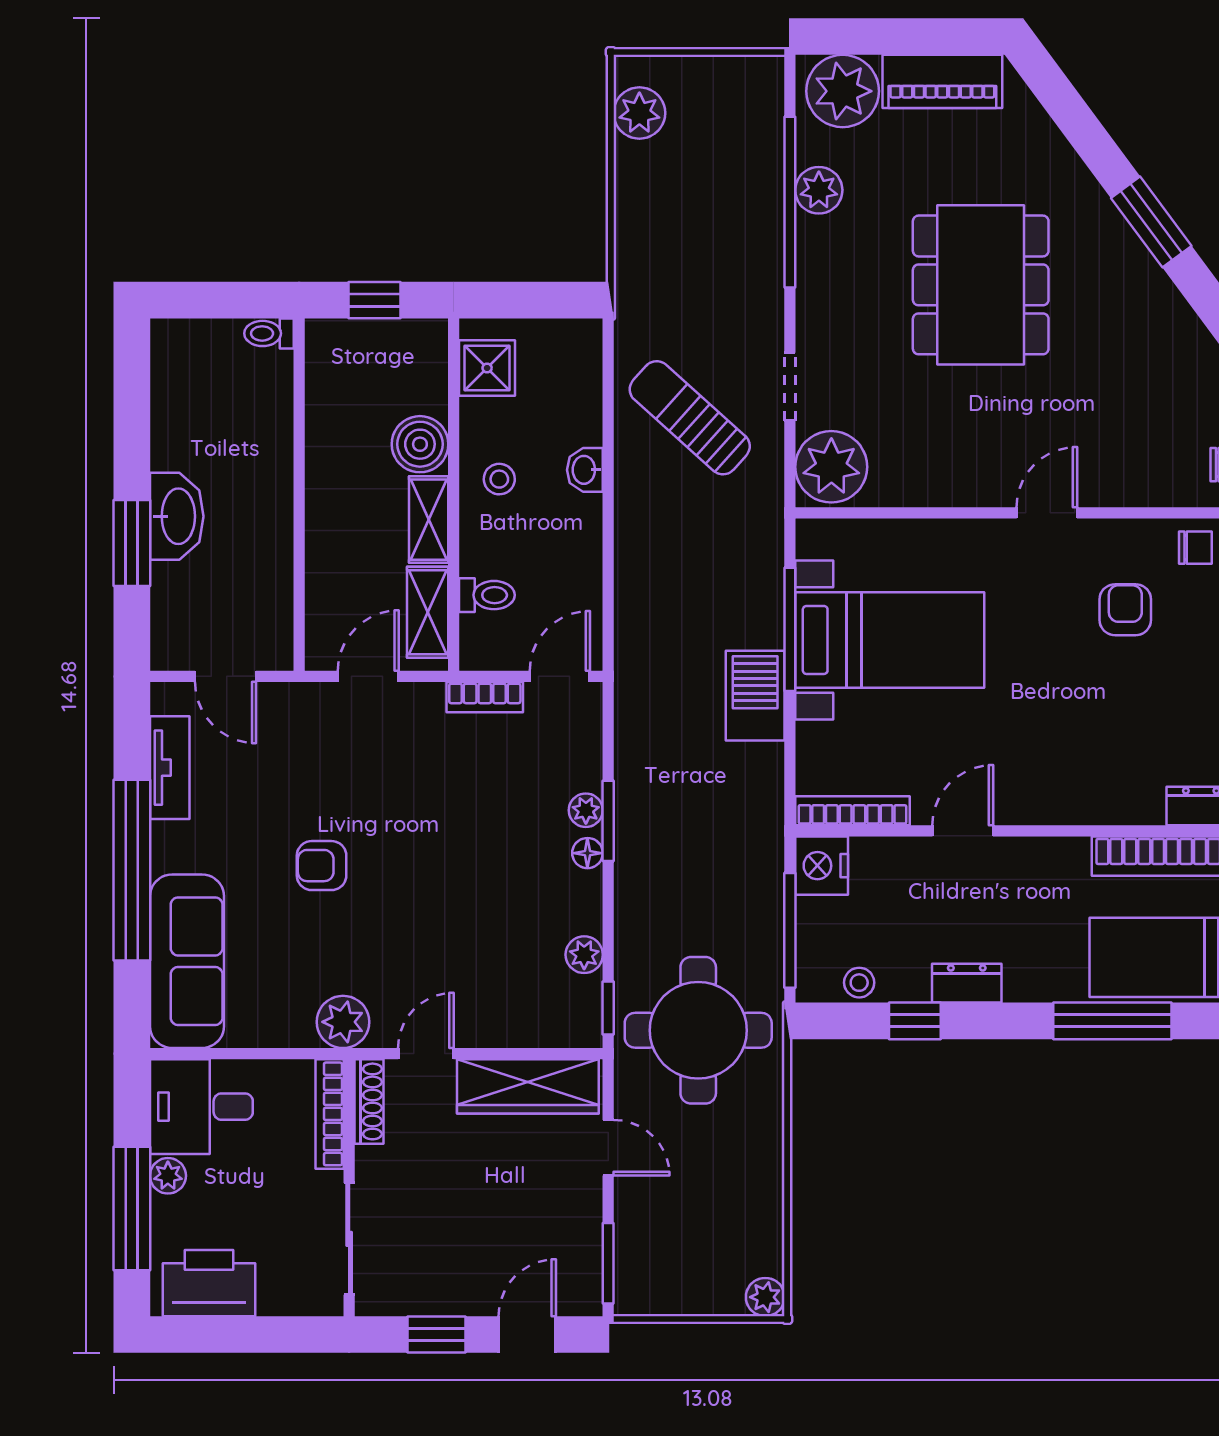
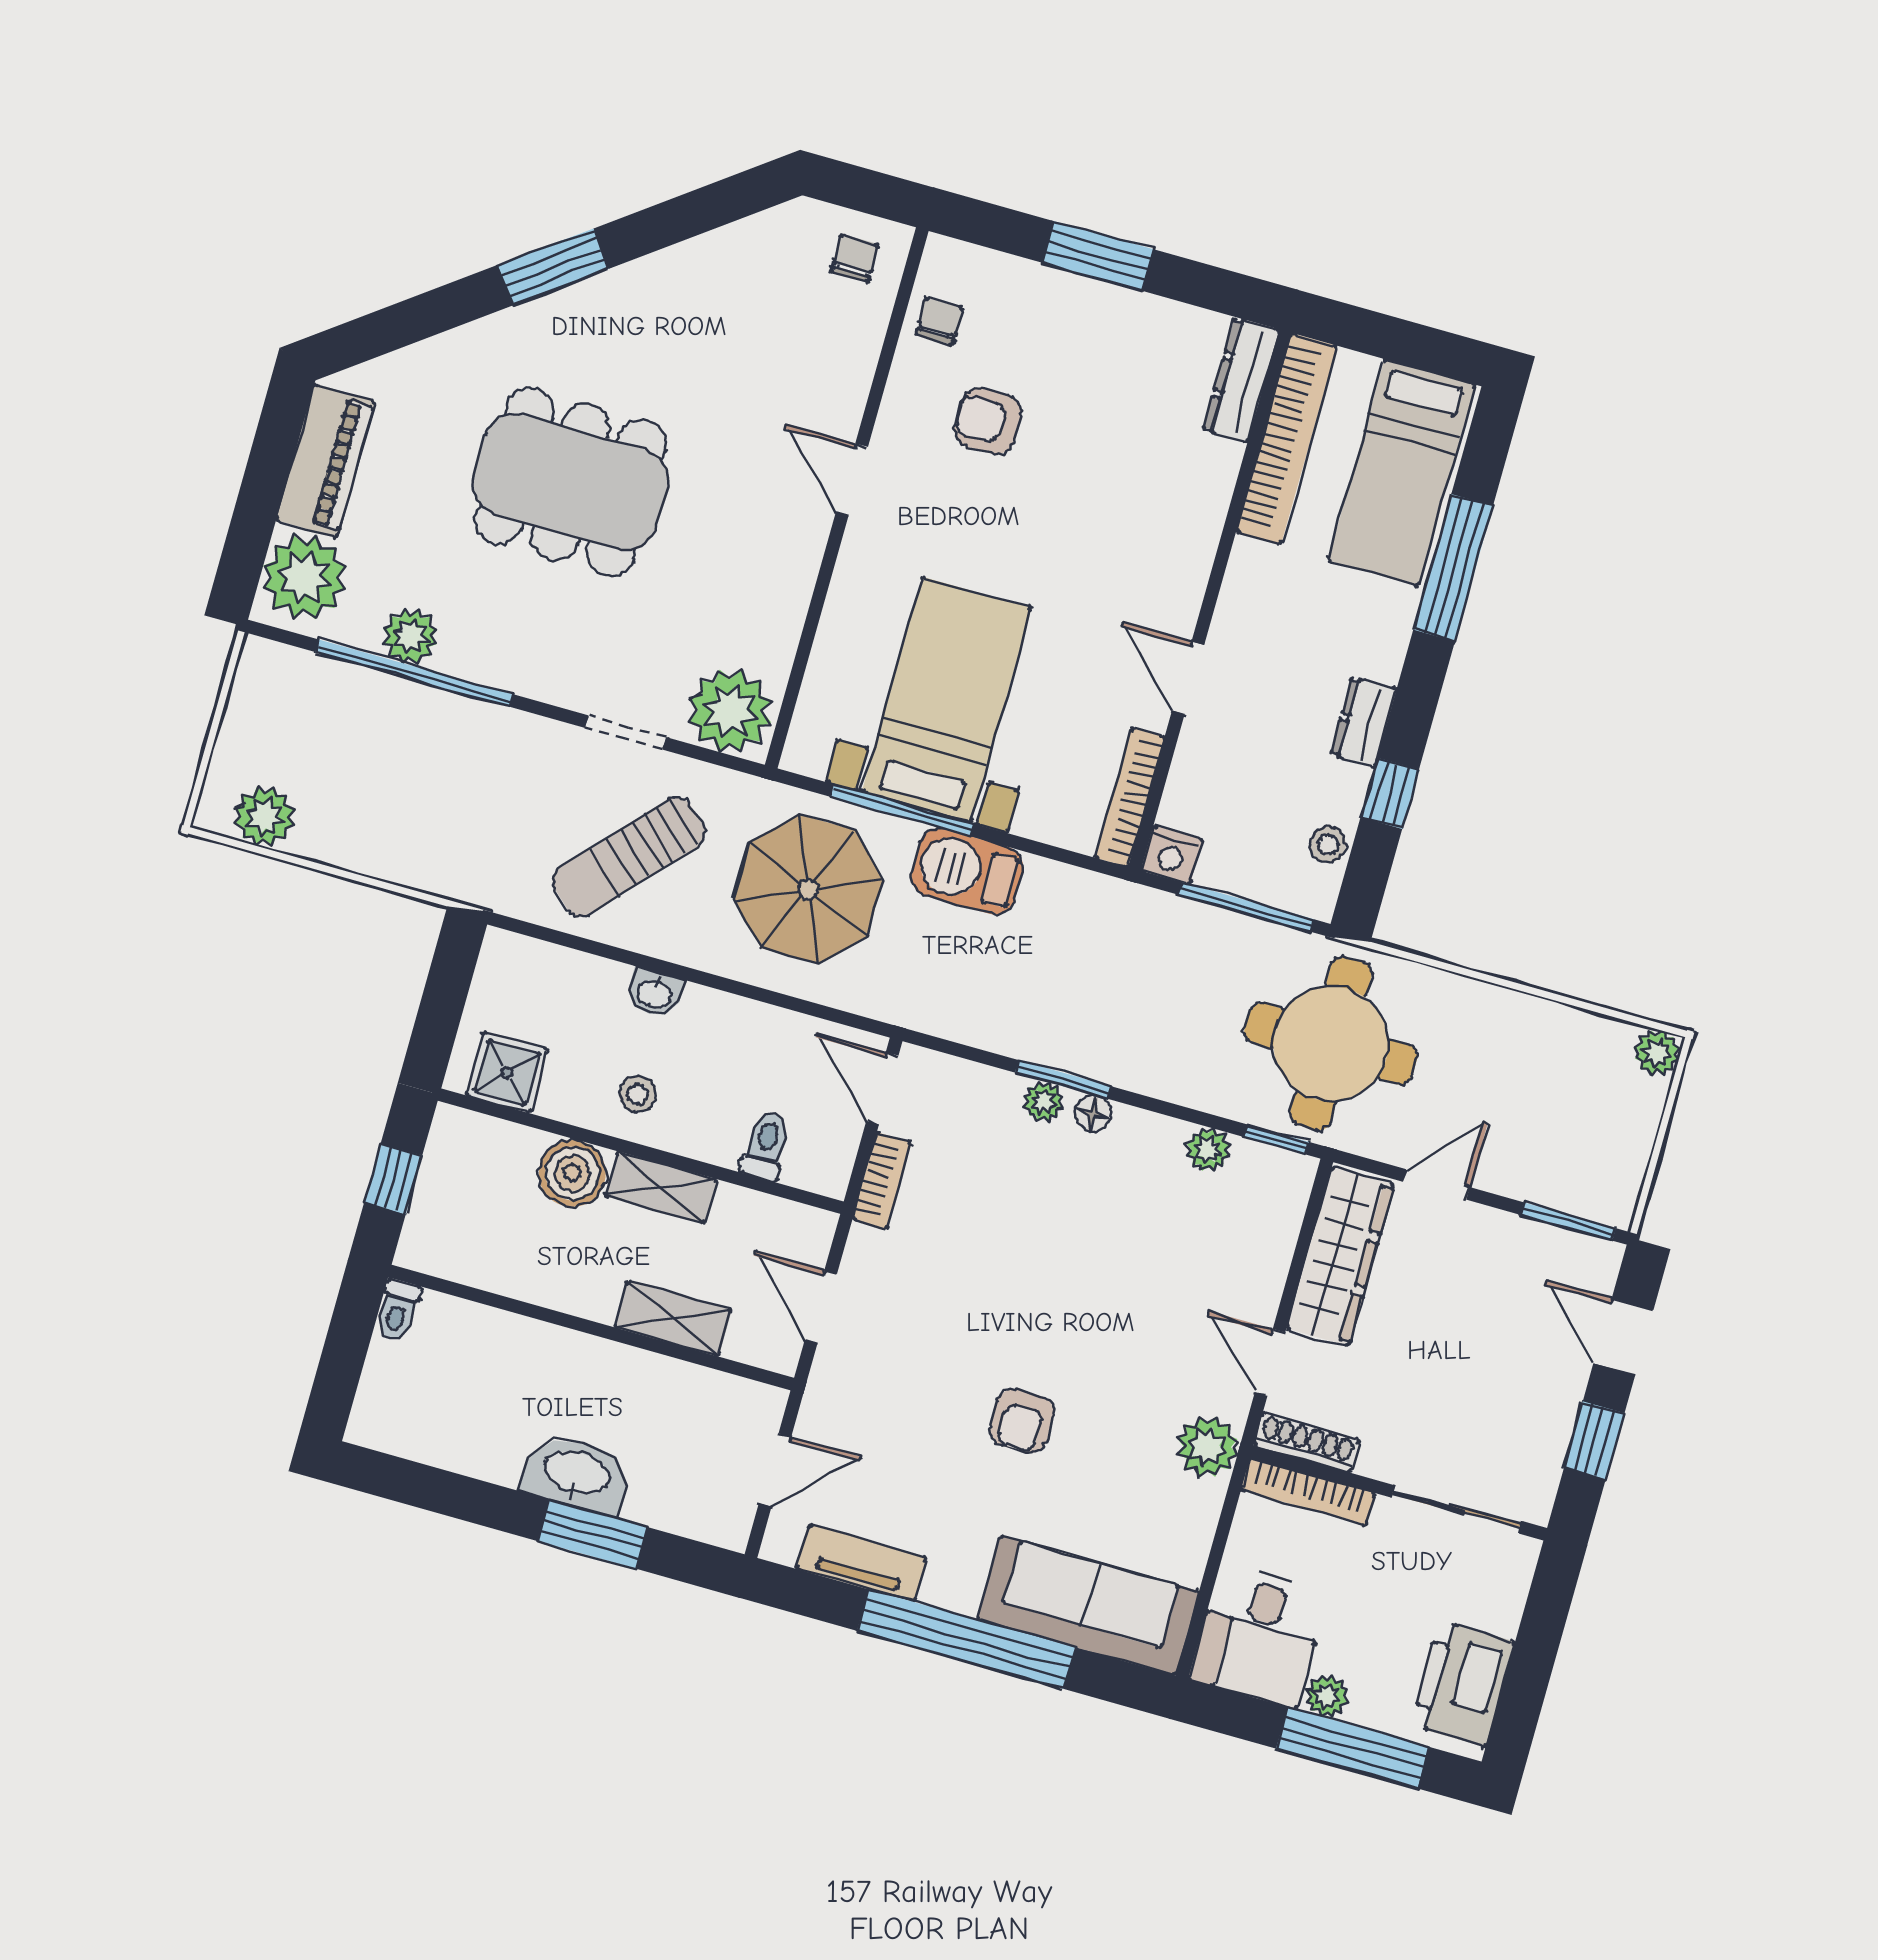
parasol: (704, 571) -> (808, 889), added
shelving: (428, 612) -> (673, 1319), moved
nightstand: (822, 866) -> (1172, 855), width x0.74, depth x0.75

